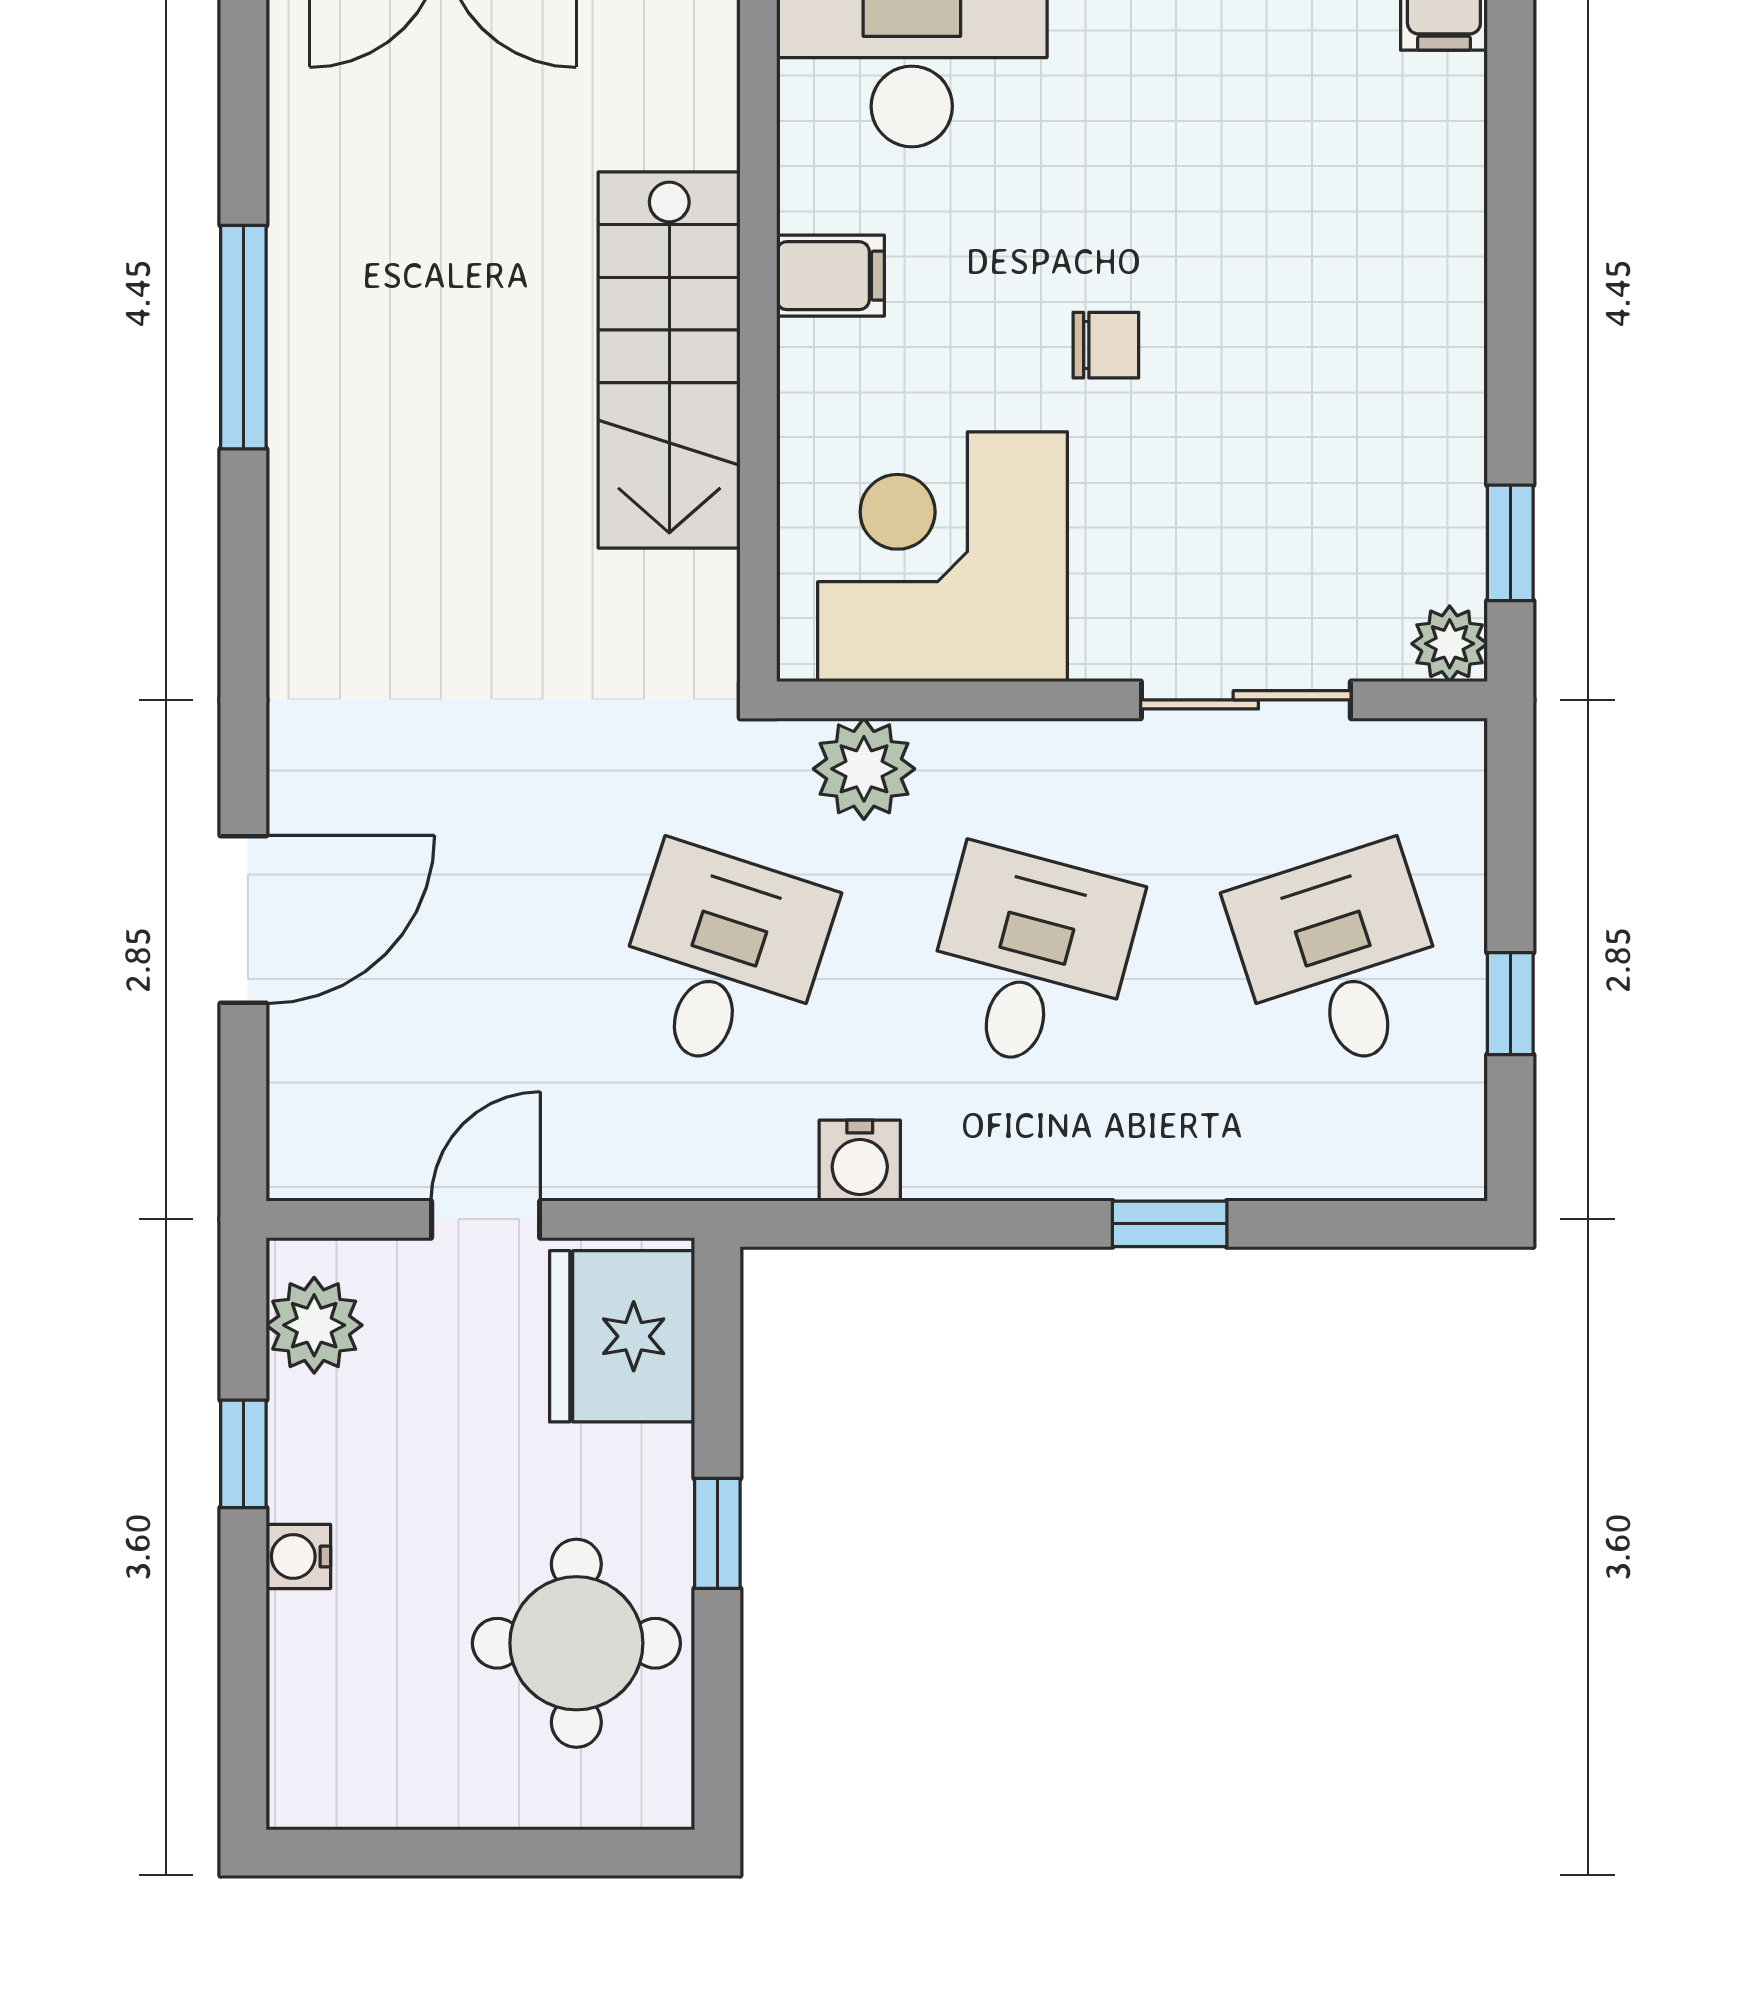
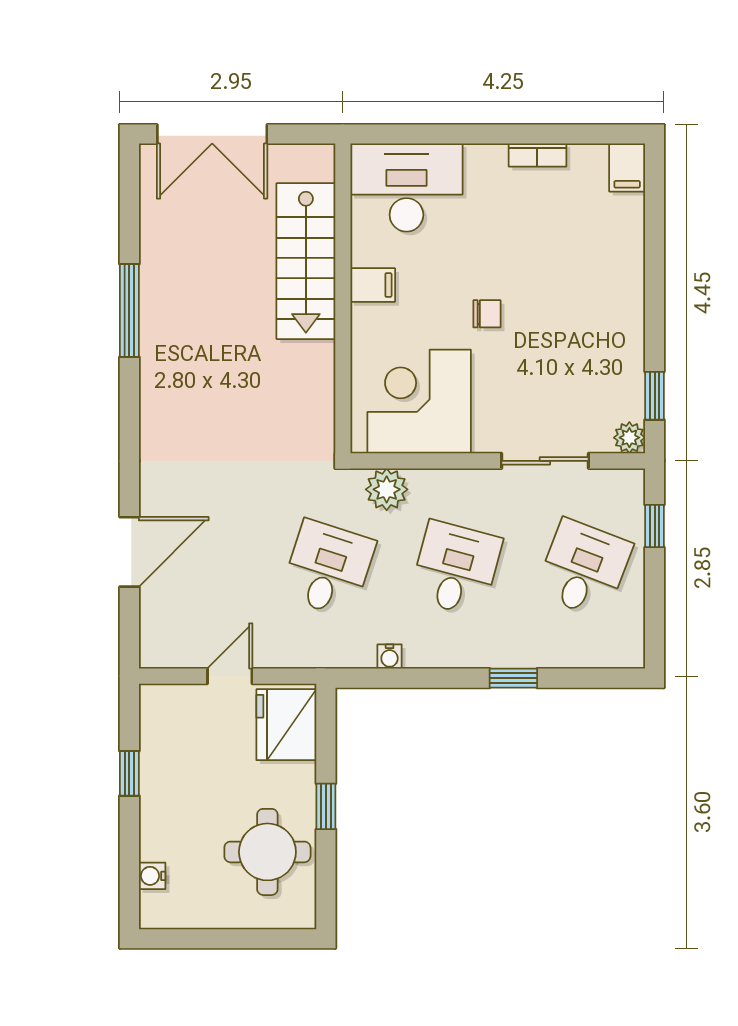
stairs: (669, 360) -> (306, 261), moved
desk: (1340, 960) -> (584, 568), turned 39
window: (1510, 1004) -> (655, 526), moved
water cooler: (860, 1161) -> (390, 656), width x0.72, depth x0.72
plant: (314, 1325) -> (159, 720), removed
water cooler: (298, 1556) -> (152, 876), moved

